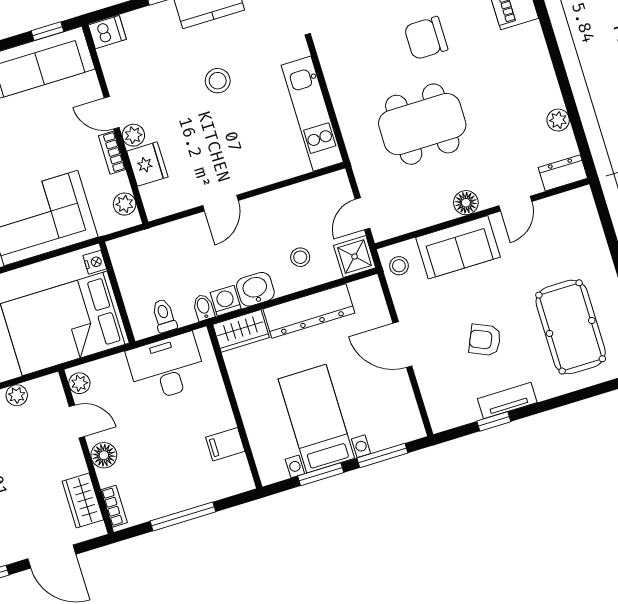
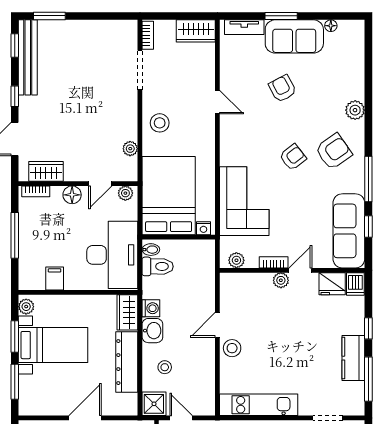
window: (47, 31) -> (368, 227), moved
stool: (218, 81) -> (232, 348), moved
fridge: (147, 164) -> (332, 284), moved
door: (220, 203) -> (217, 325), hinge flipped
bidet: (204, 307) -> (151, 250), moved
toilet: (164, 316) -> (158, 266), width x1.37, depth x1.39
desk: (167, 367) -> (112, 255), width x1.36, depth x1.30
plant: (275, 471) -> (26, 307), added

